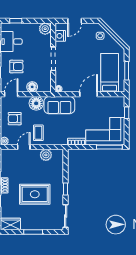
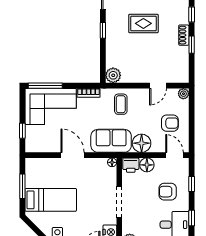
bed: (110, 73) -> (51, 200), moved, turned -90
printer: (44, 87) -> (131, 165), added
door: (11, 94) -> (174, 155), swing flipped
door: (89, 94) -> (73, 155), swing flipped
coffee table: (38, 133) -> (121, 104), moved
plant: (46, 155) -> (113, 75), moved
rug: (35, 194) -> (143, 23), width x0.73, depth x0.70

